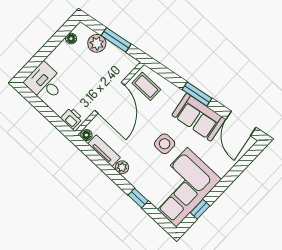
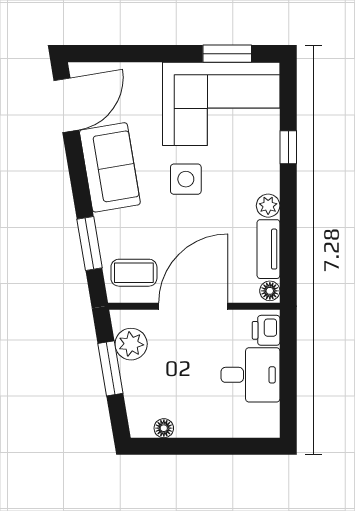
plant: (97, 43) -> (131, 344), moved
desk: (45, 83) -> (250, 375), moved, turned -90
coffee table: (146, 86) -> (134, 273), turned 90
window: (197, 94) -> (90, 243), moved
window: (200, 209) -> (227, 54), width x1.50

